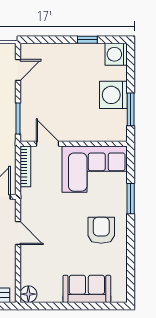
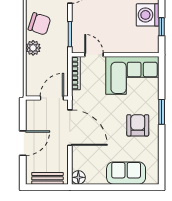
window: (131, 109) -> (162, 27), width x0.67
window: (131, 199) -> (162, 112), moved
door: (18, 233) -> (70, 128), width x1.87

